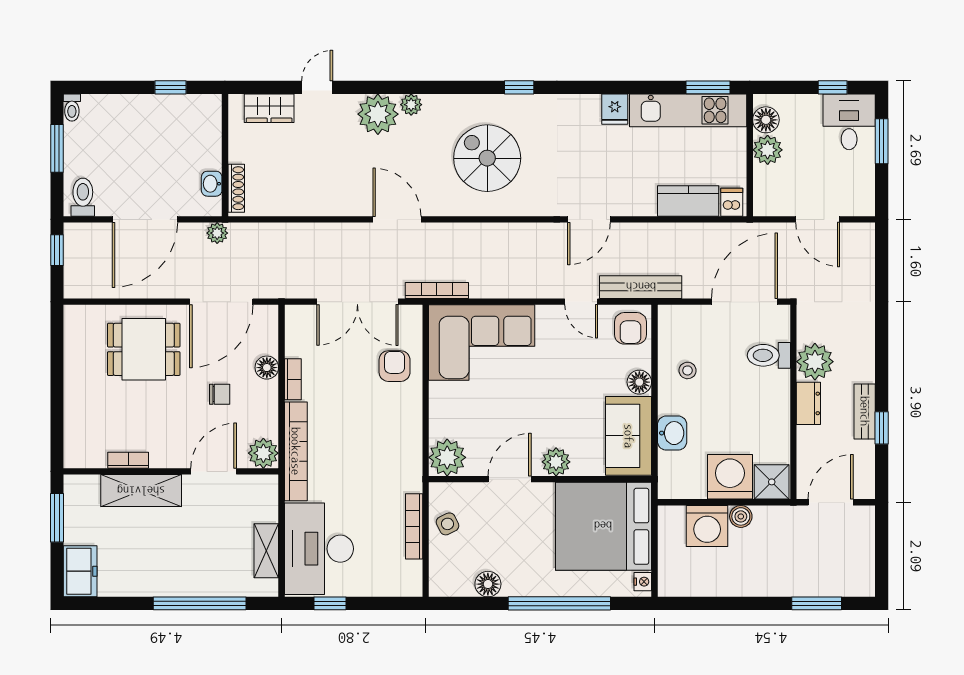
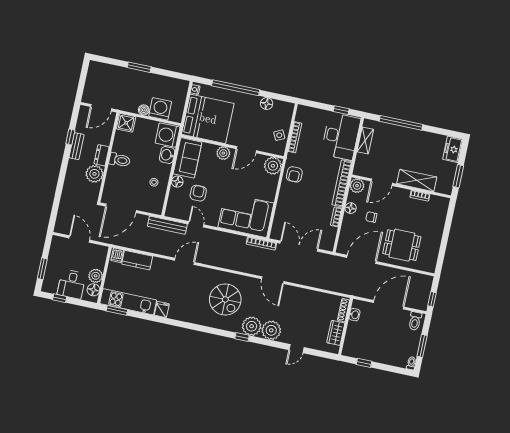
window: (519, 87) -> (242, 337), moved
plant: (411, 105) -> (252, 326), width x1.88, depth x1.88
wardrobe: (269, 108) -> (336, 333), moved, turned -90
desk: (849, 122) -> (72, 284), moved
plant: (217, 233) -> (357, 291), removed
armchair: (630, 328) -> (198, 193), moved
toilet: (769, 355) -> (120, 160), moved
armchair: (395, 366) -> (294, 174), moved
floor lamp: (267, 368) -> (351, 208), moved
washing machine: (730, 477) -> (168, 135), moved, turned 90
window: (817, 603) -> (139, 67), moved

